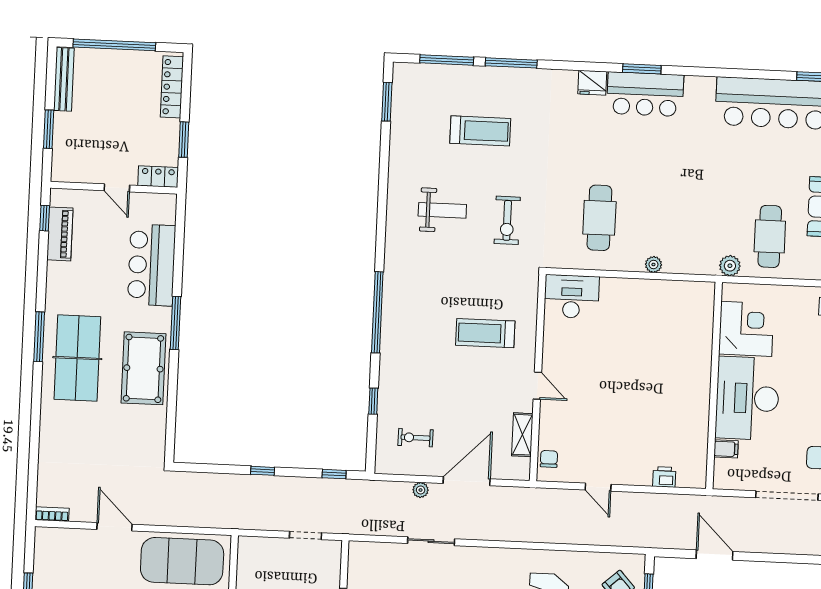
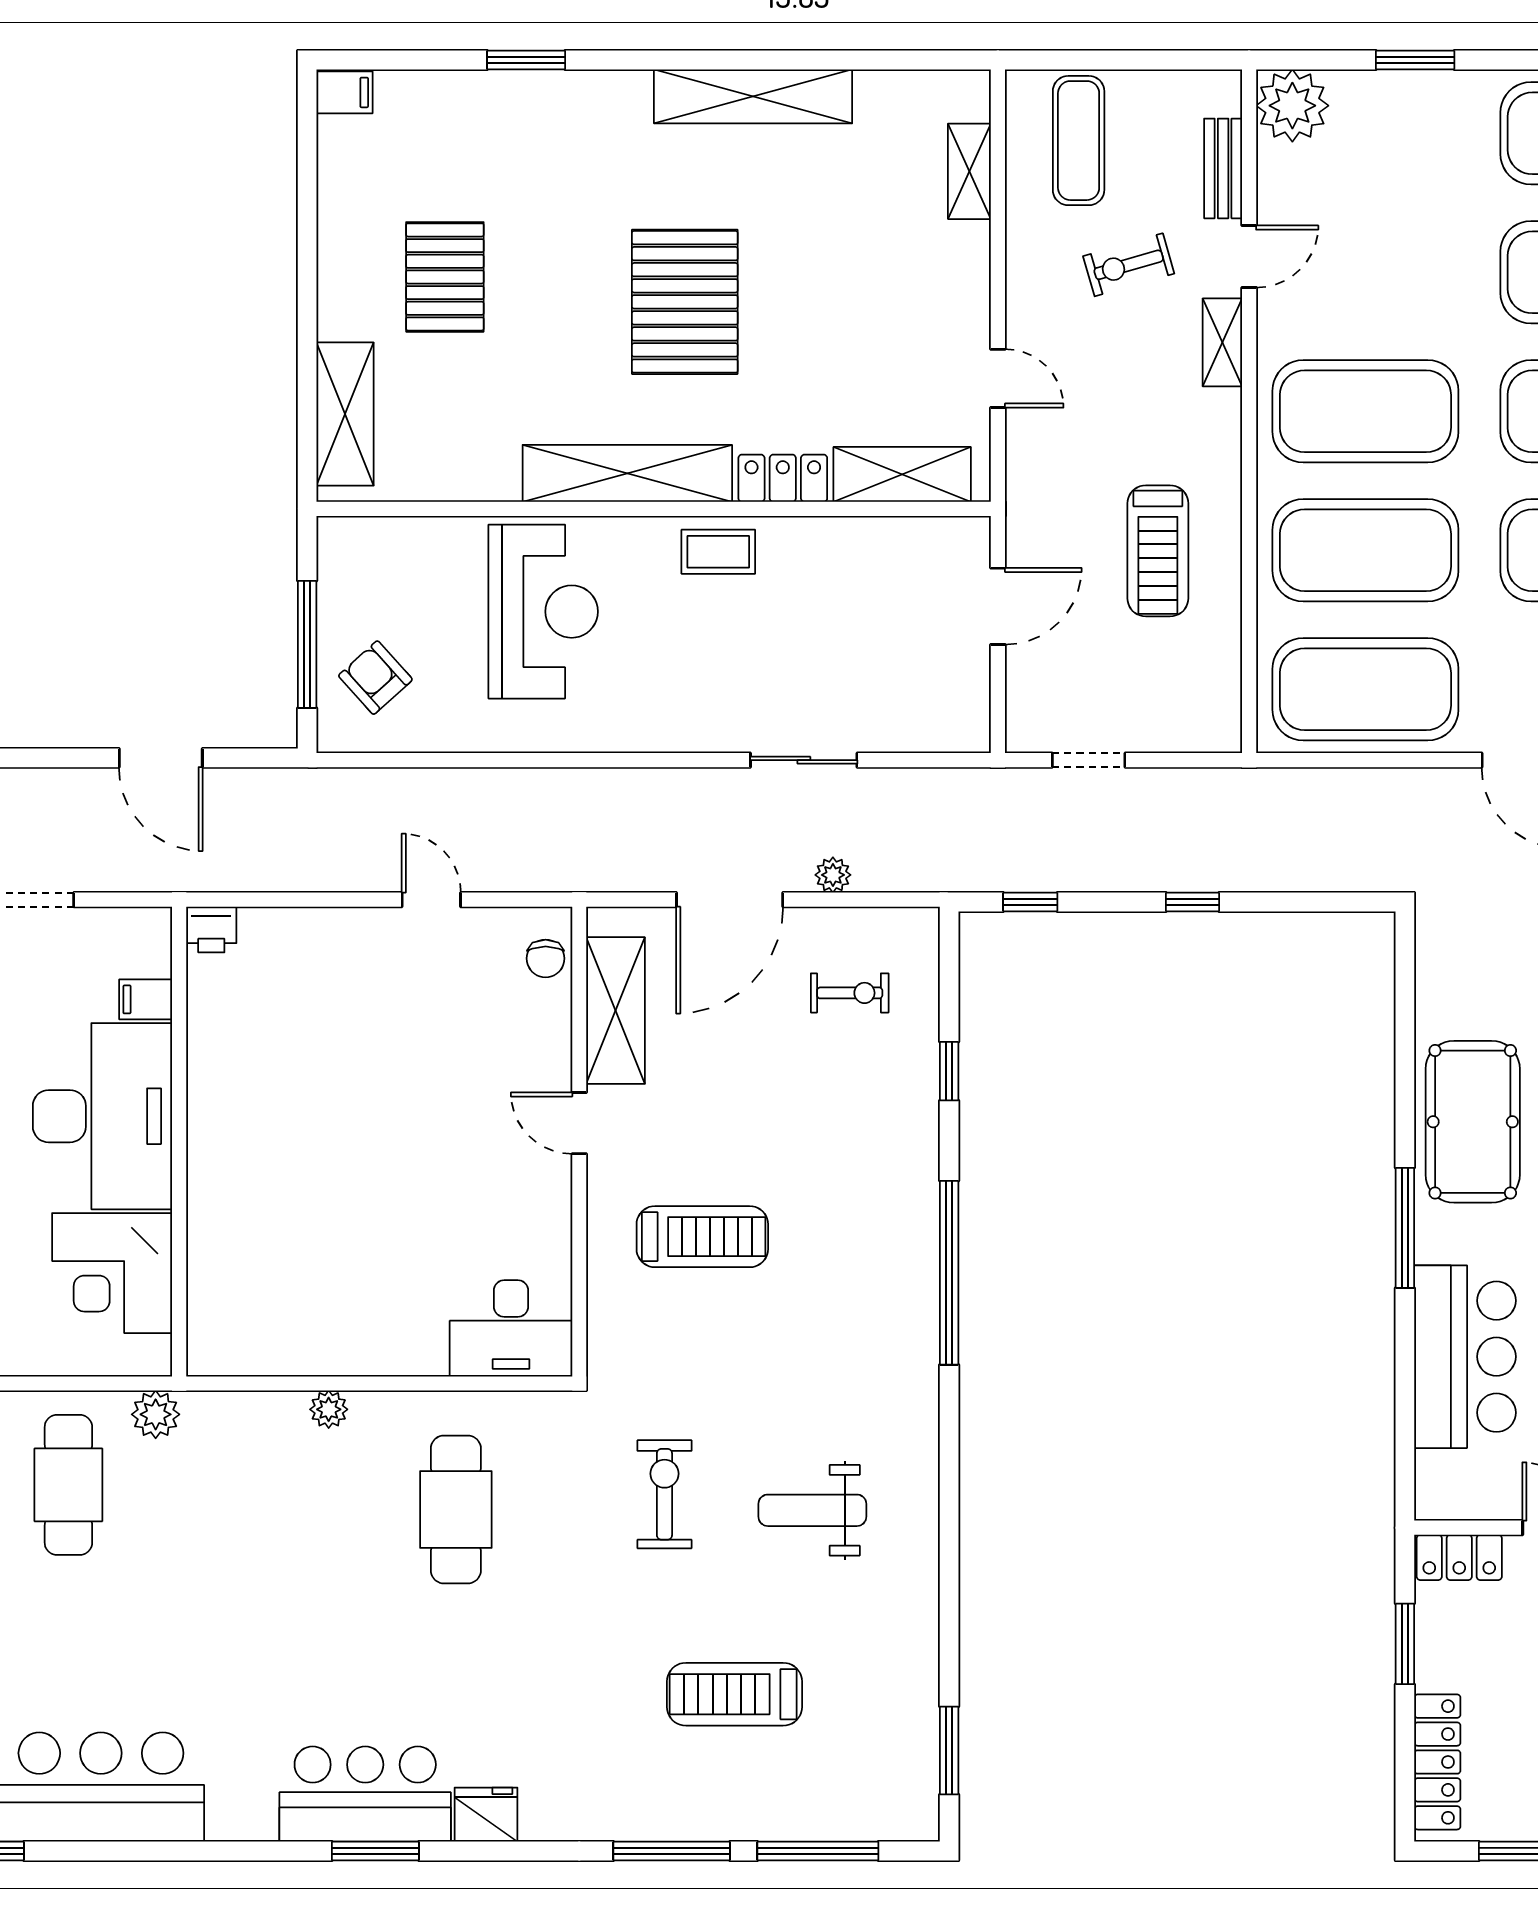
shelving: (522, 435) -> (616, 1011), width x1.50, depth x1.33
printer: (664, 477) -> (211, 930), moved

